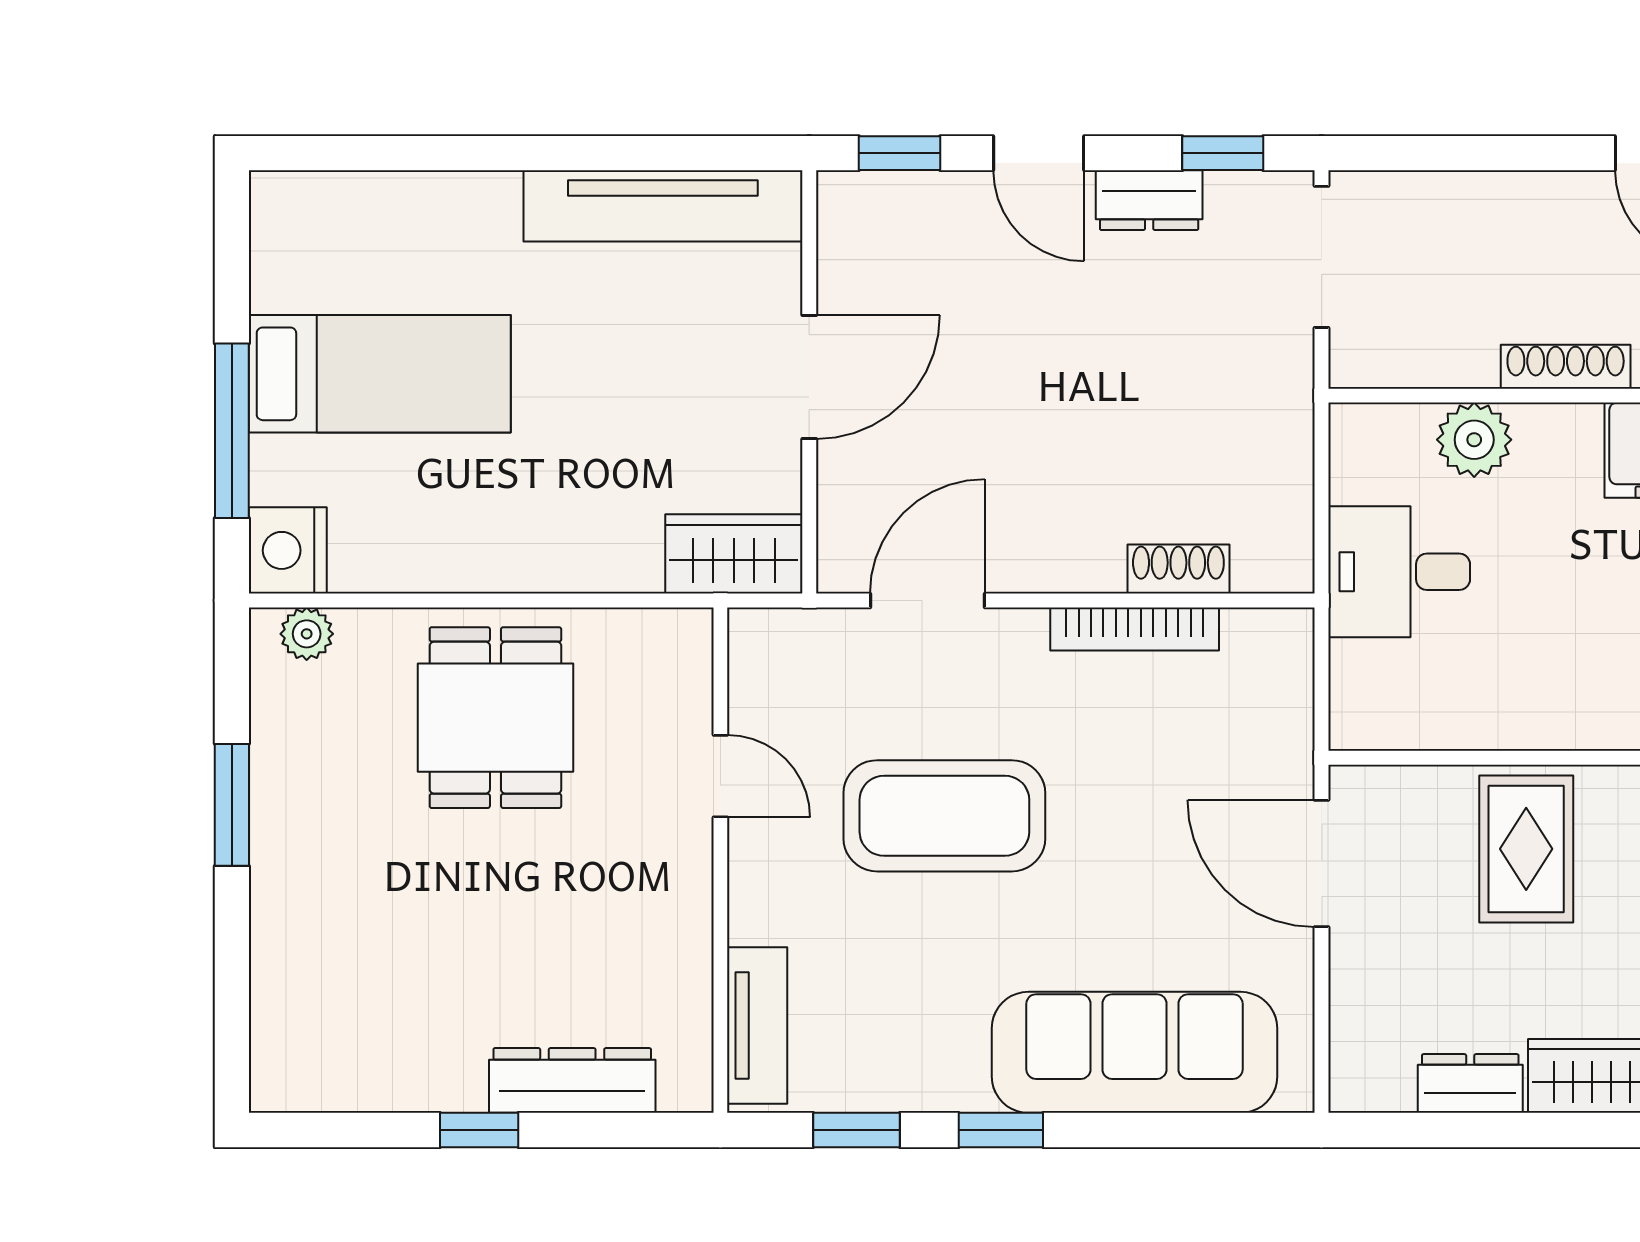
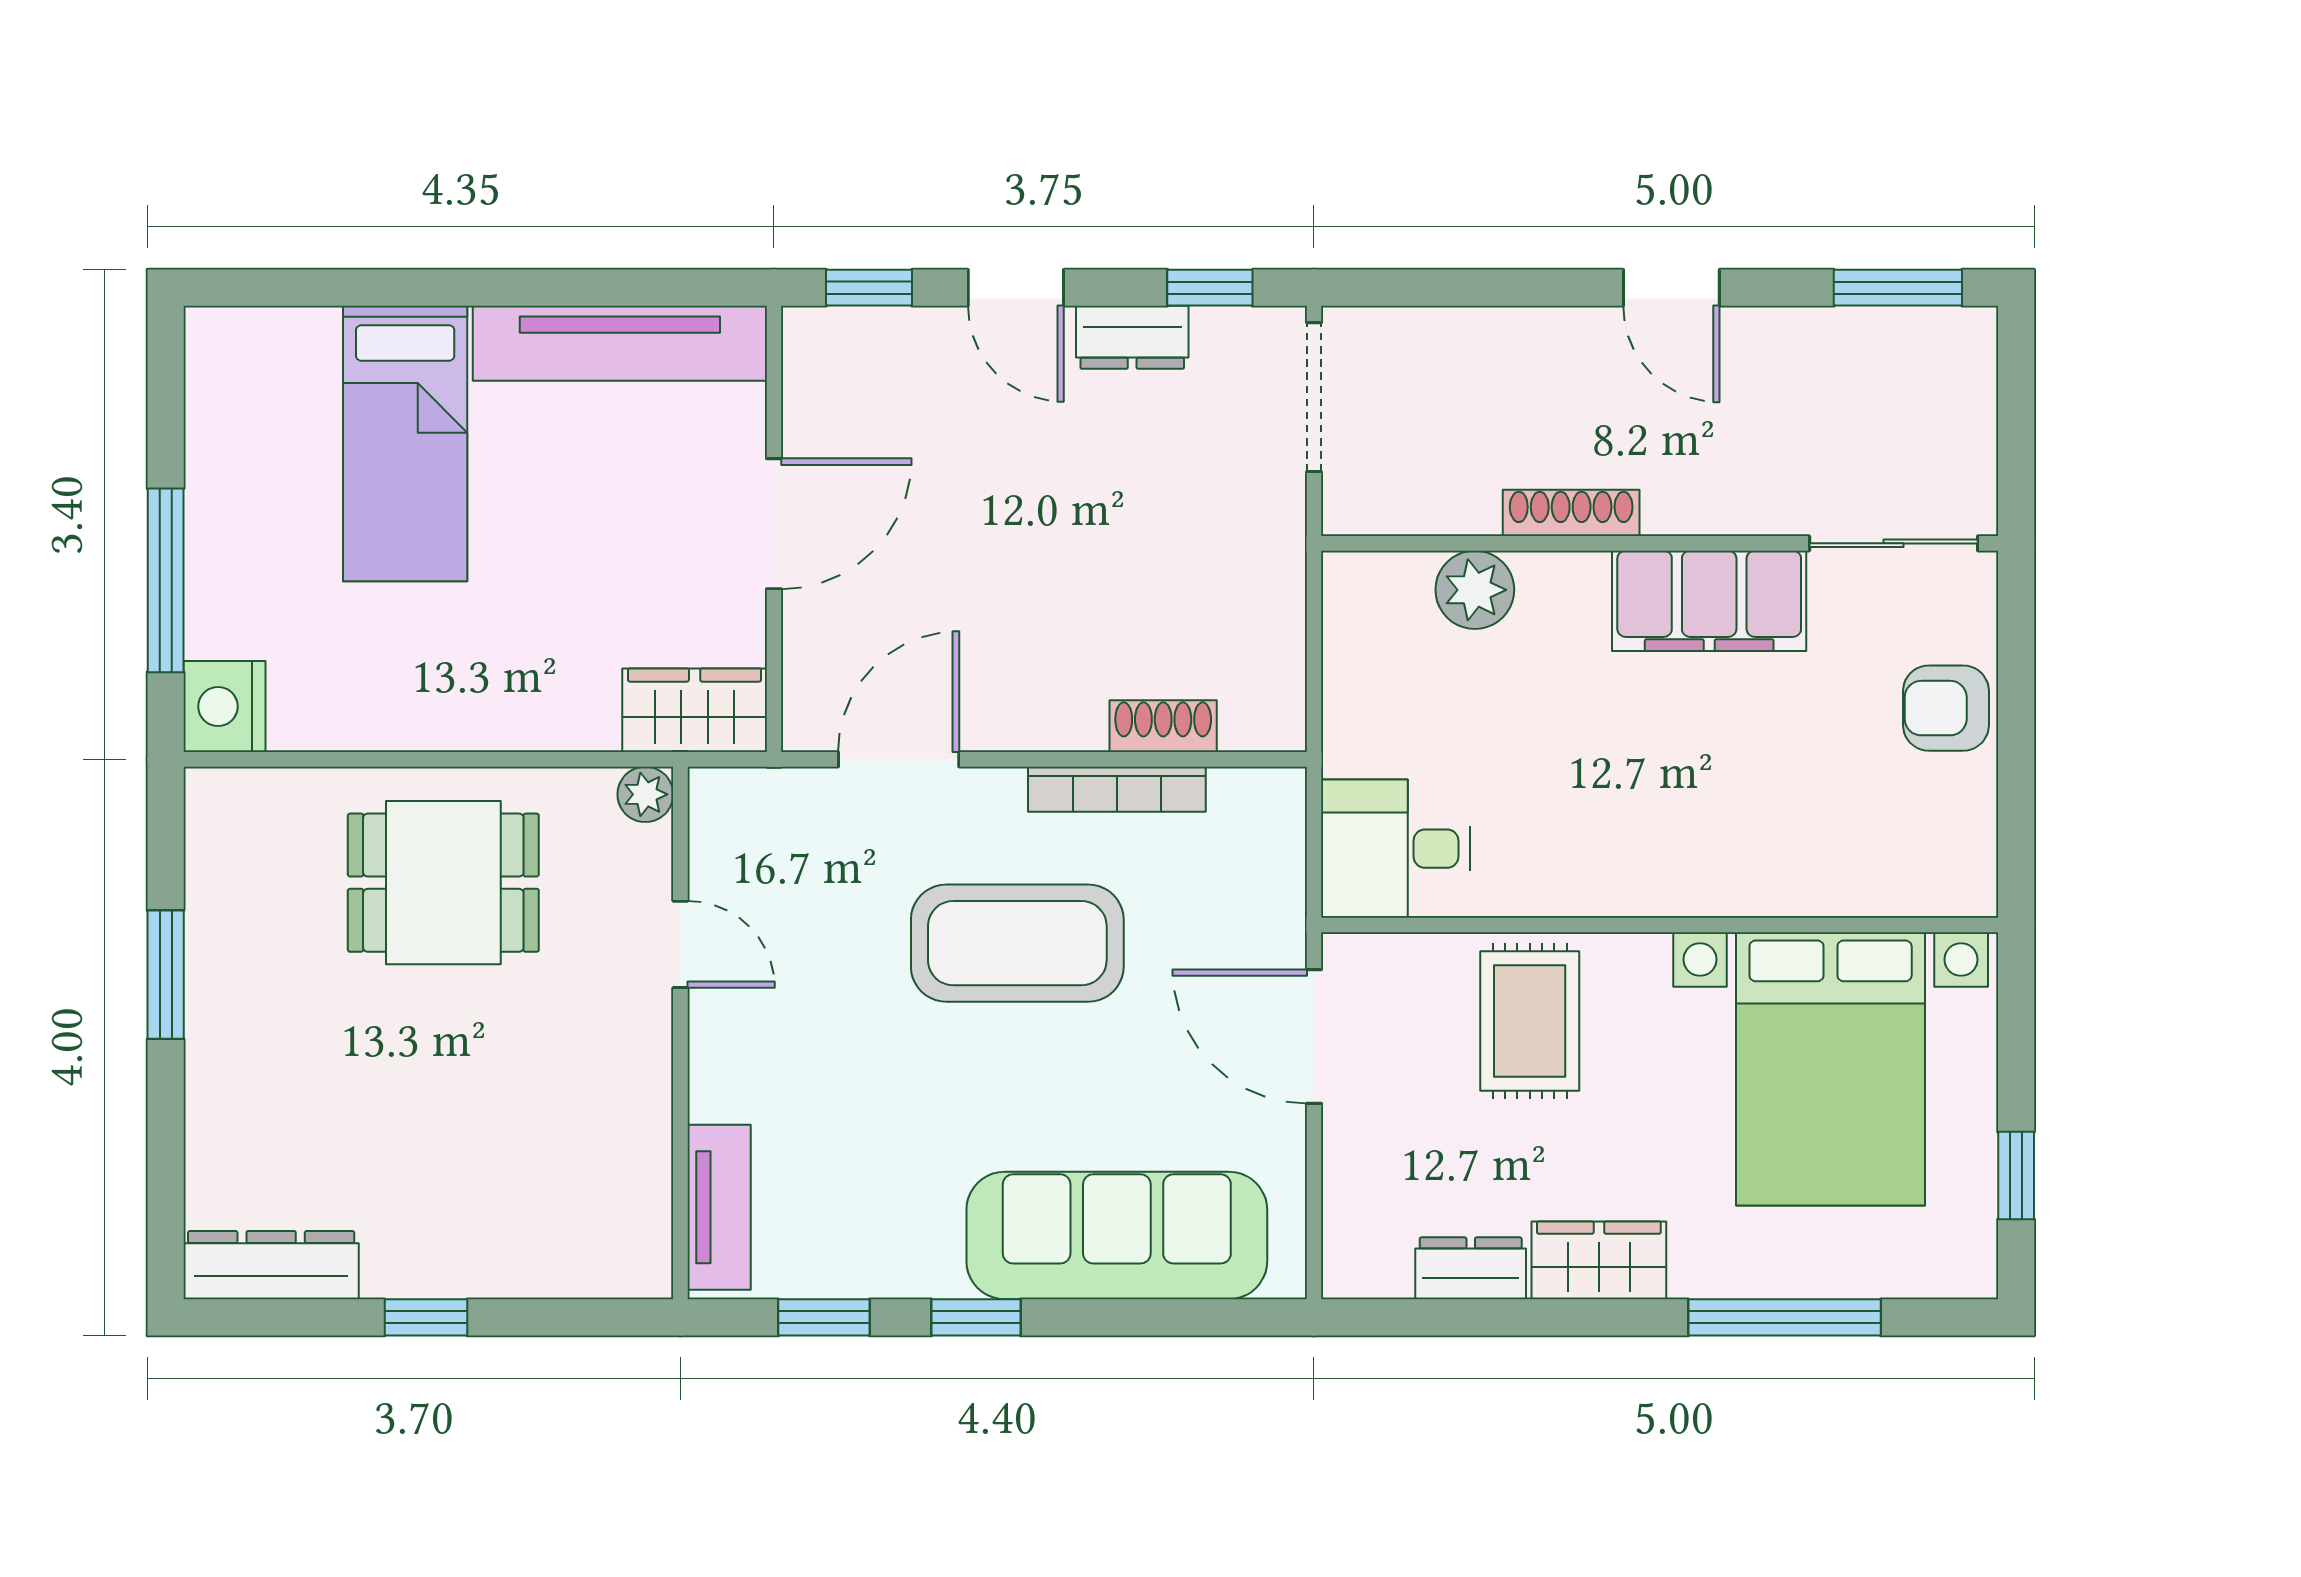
bed: (380, 374) -> (405, 444), moved, turned 90
desk: (1399, 572) -> (1396, 849), moved
plant: (307, 634) -> (645, 794), moved
dining table: (495, 718) -> (443, 883), turned 90
coffee table: (944, 816) -> (1017, 943), moved
dresser: (572, 1080) -> (271, 1265), moved

